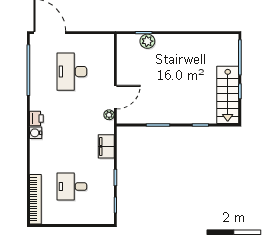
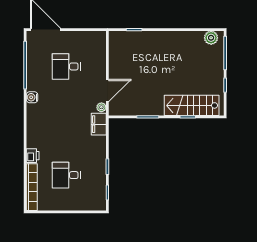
plant: (147, 41) -> (211, 38), moved
desk: (72, 72) -> (66, 66), width x0.73
stairs: (228, 95) -> (192, 105), moved, turned 90
printer: (36, 118) -> (33, 156), moved
water cooler: (36, 133) -> (32, 97), moved
filing cabinet: (106, 146) -> (99, 124), moved

